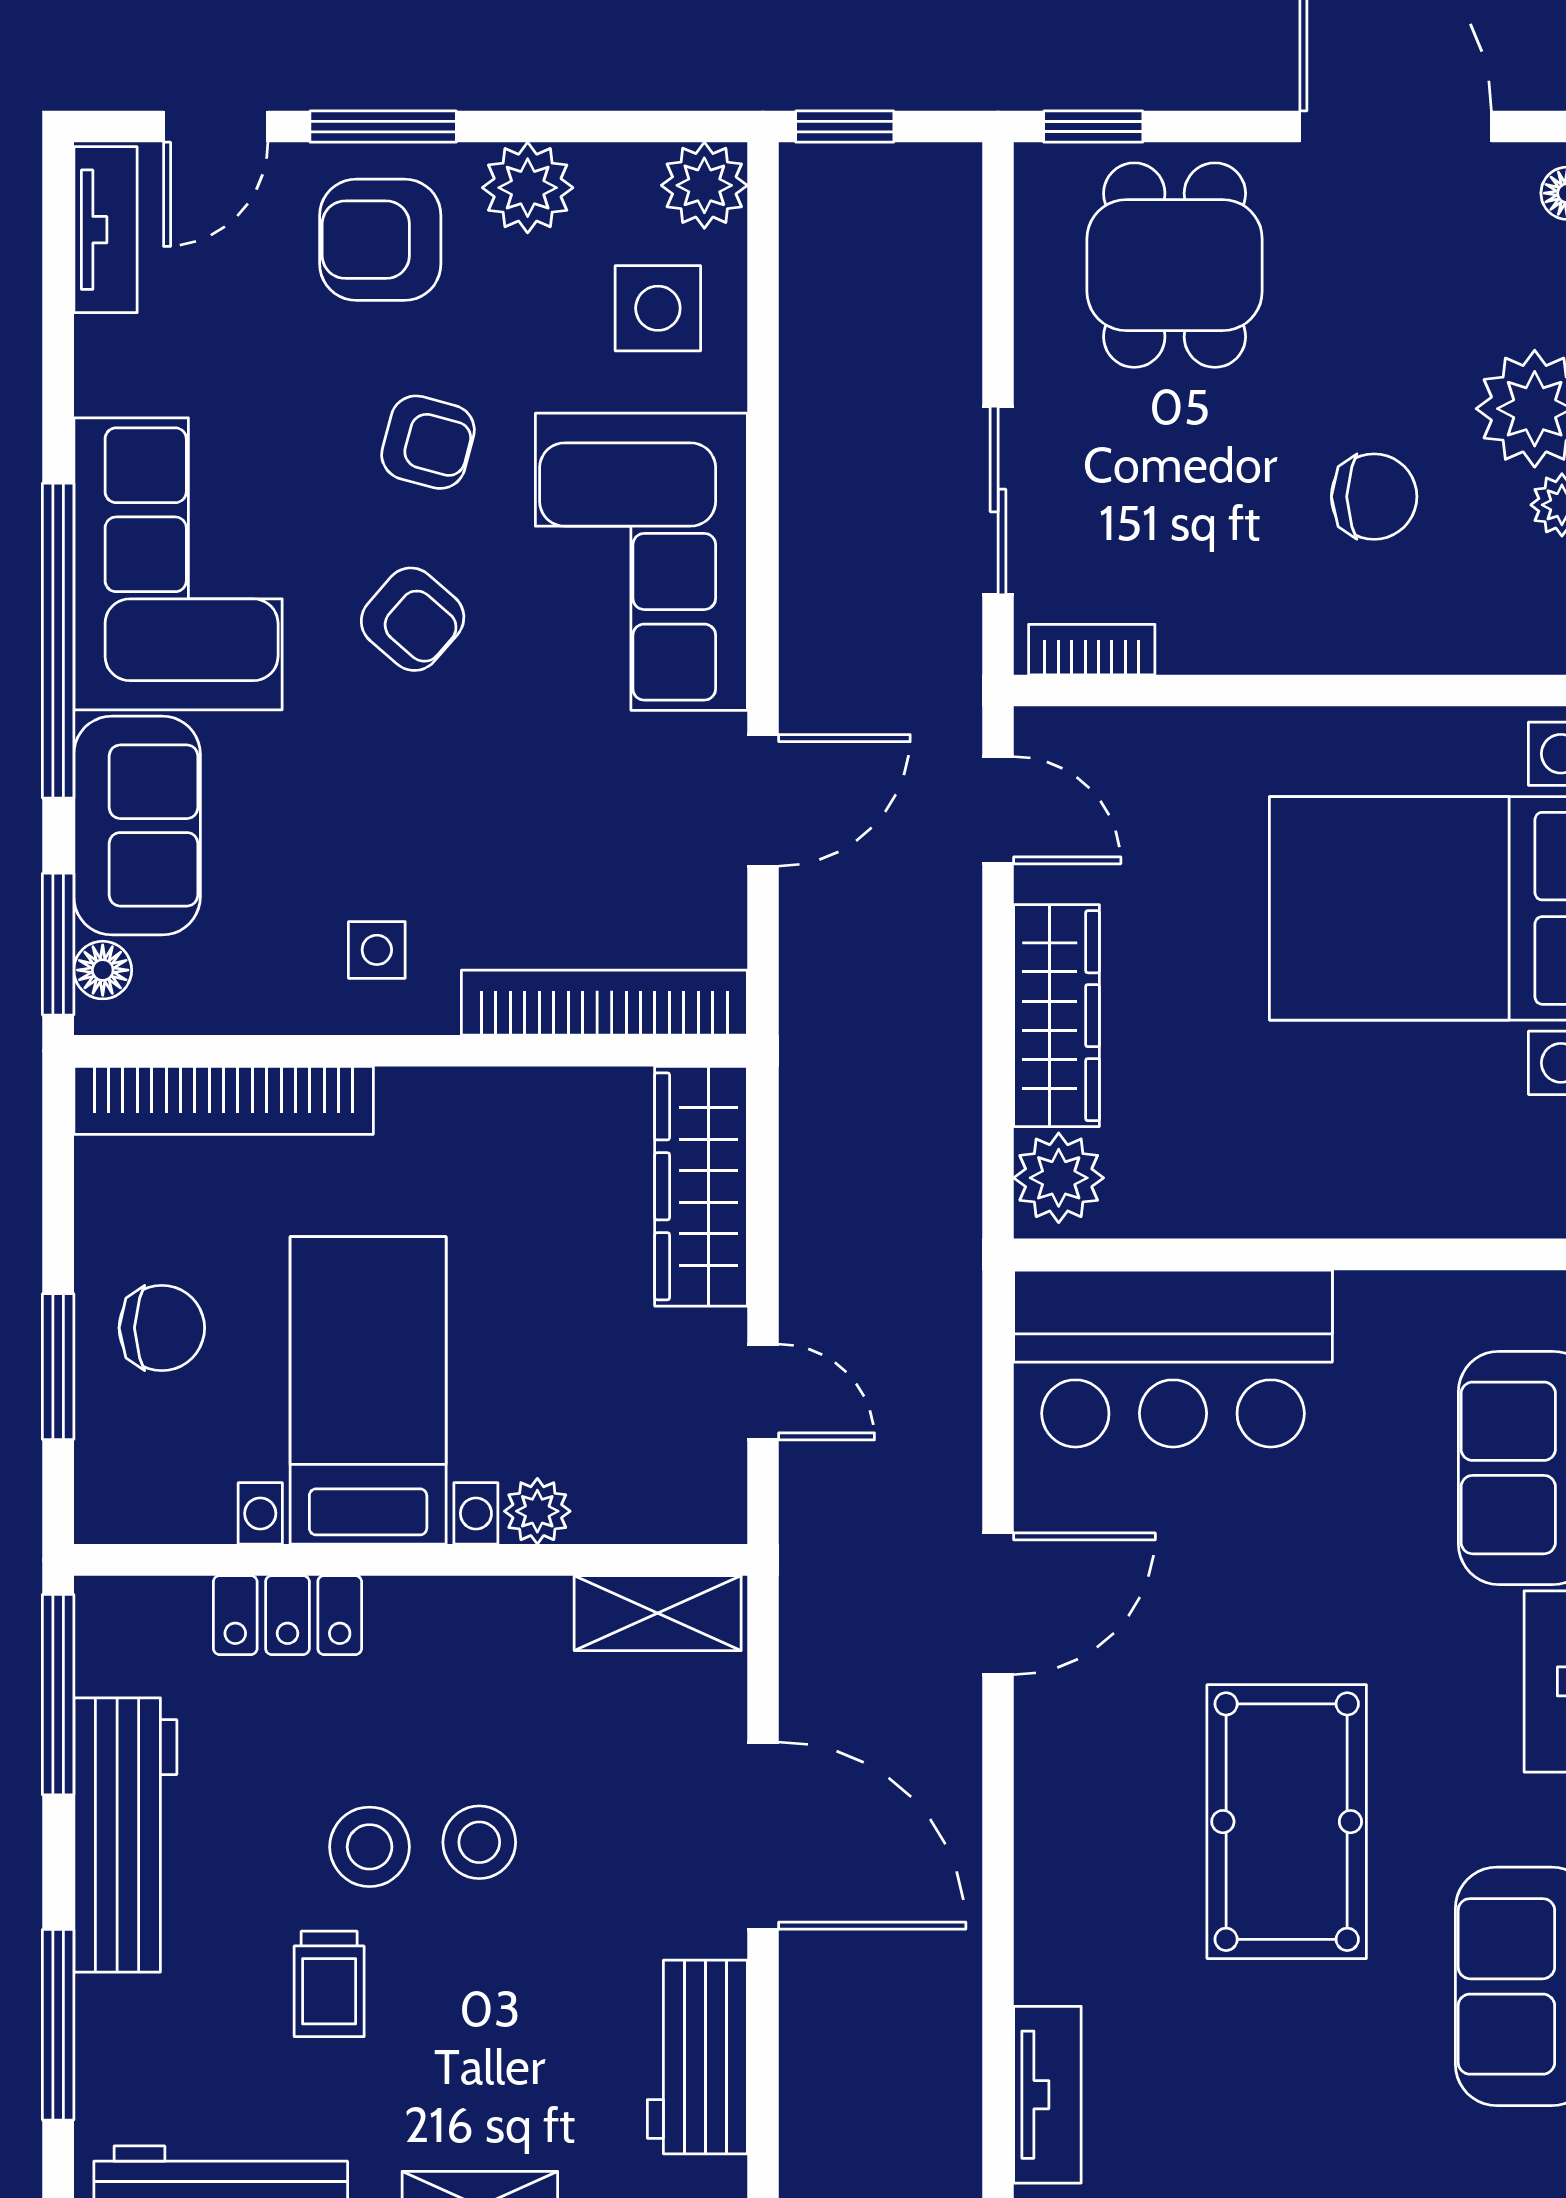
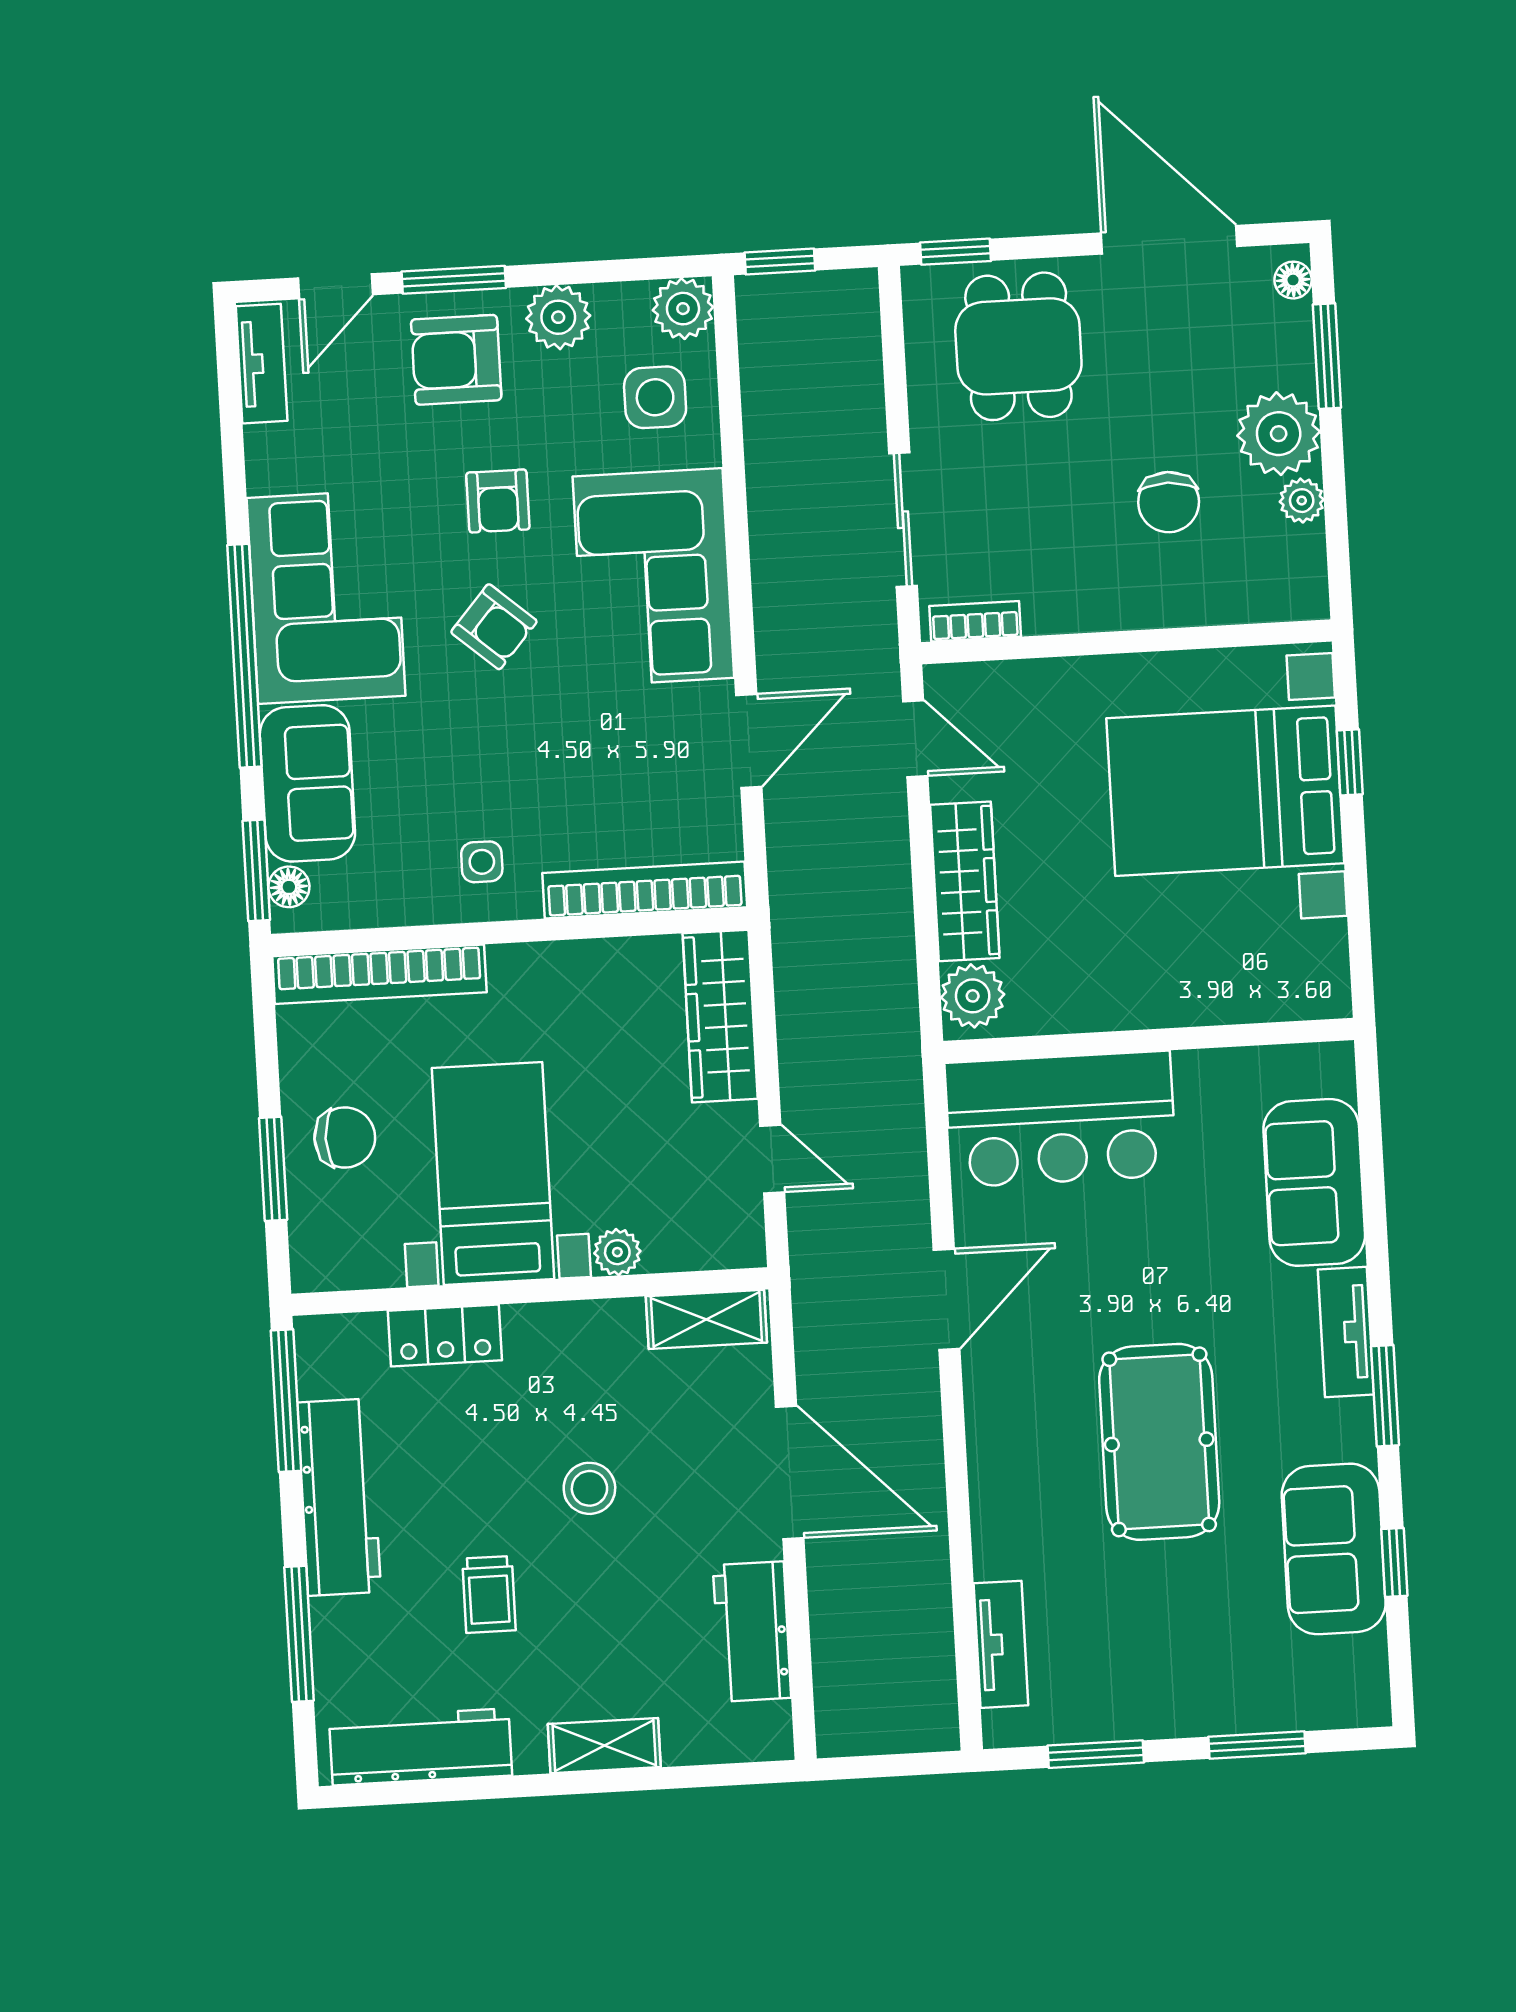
armchair: (428, 442) -> (498, 501), turned 75
chair: (1374, 497) -> (1169, 502), turned 91
stool: (370, 1847) -> (512, 1496), removed

